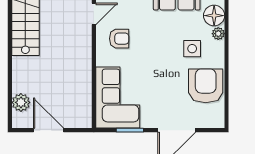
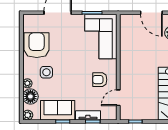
armchair: (206, 86) -> (37, 45), turned 180

